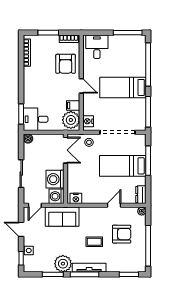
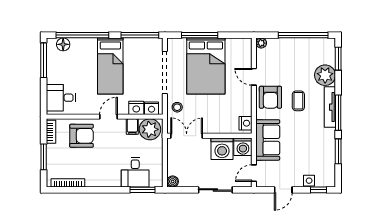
floor lamp: (141, 49) -> (63, 44), added
nightstand: (88, 109) -> (136, 108), added
desk: (36, 119) -> (135, 172), moved
bed: (123, 166) -> (206, 66), width x1.50
dresser: (141, 195) -> (241, 44), removed
door: (35, 205) -> (254, 173), swing flipped
armchair: (122, 234) -> (270, 97), moved, turned 180
plant: (63, 264) -> (325, 75), moved

